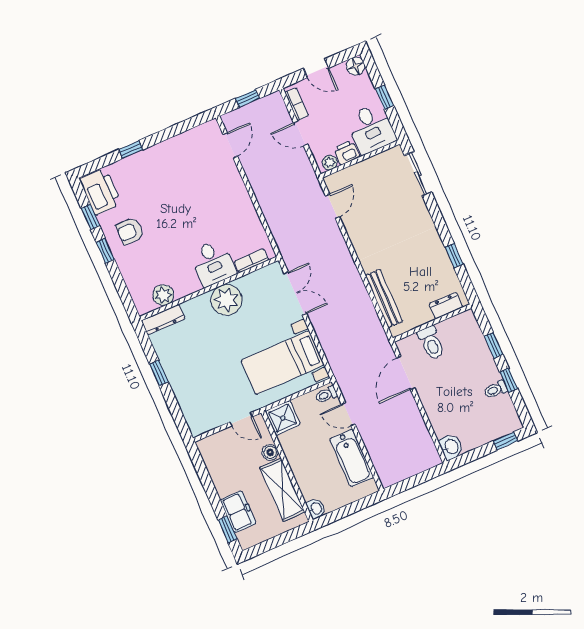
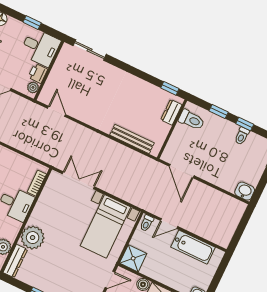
window: (454, 256) -> (170, 88), moved
plant: (226, 300) -> (33, 238), moved
toilet: (431, 343) -> (191, 120), moved

